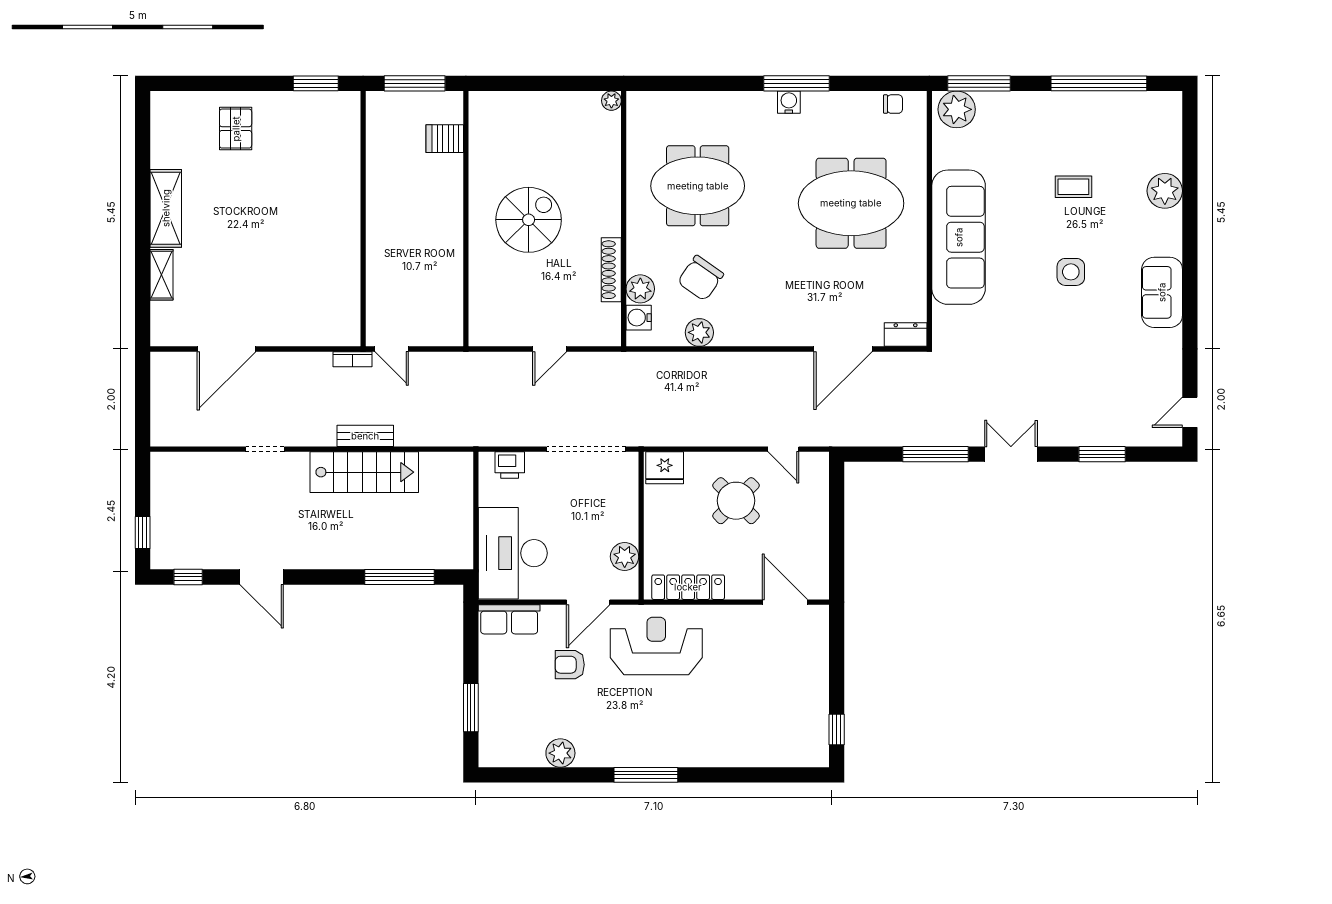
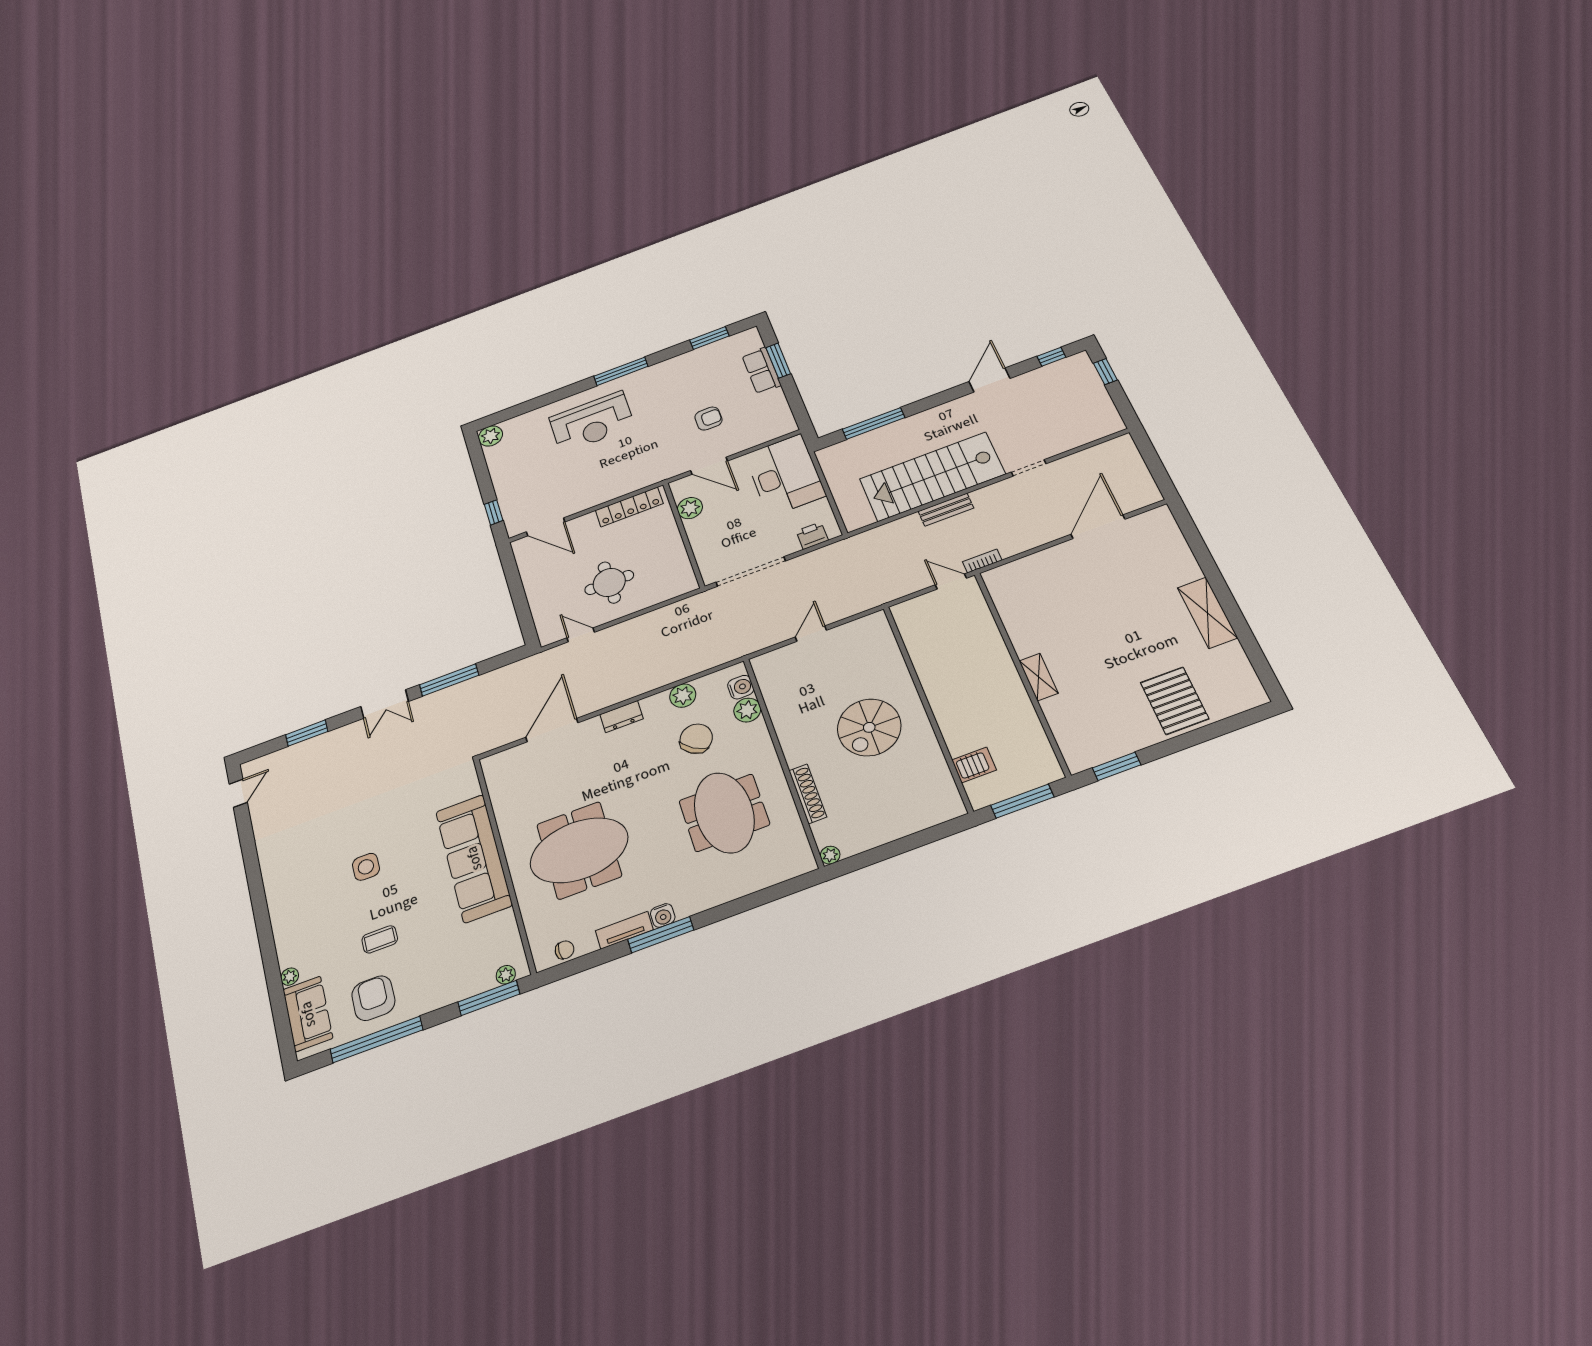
tv unit: (830, 102) -> (624, 930), added
chair: (893, 104) -> (565, 950), turned 180
plant: (957, 109) -> (506, 975), width x0.53, depth x0.53
armchair: (1093, 127) -> (373, 998), added
pallet: (236, 129) -> (1175, 701), width x1.50, depth x1.42
meeting table: (698, 186) -> (724, 813), turned 90
plant: (1165, 191) -> (290, 977), width x0.53, depth x0.53
shoe rack: (611, 270) -> (808, 794), moved
shelving: (162, 275) -> (1039, 677), moved
sofa: (1162, 292) -> (308, 1014), moved
dresser: (906, 335) -> (622, 717), moved
fridge: (665, 468) -> (678, 583), removed
stairs: (364, 472) -> (932, 477), width x1.36, depth x1.51
round table: (736, 501) -> (609, 582), turned 45
door: (262, 577) -> (989, 380), hinge flipped
door: (588, 602) -> (709, 466), swing flipped
row of seats: (509, 619) -> (761, 370), moved, turned -90
reception desk: (656, 646) -> (592, 422), moved
window: (837, 730) -> (494, 512), moved
plant: (560, 753) -> (490, 436), moved
window: (535, 775) -> (709, 338), added

